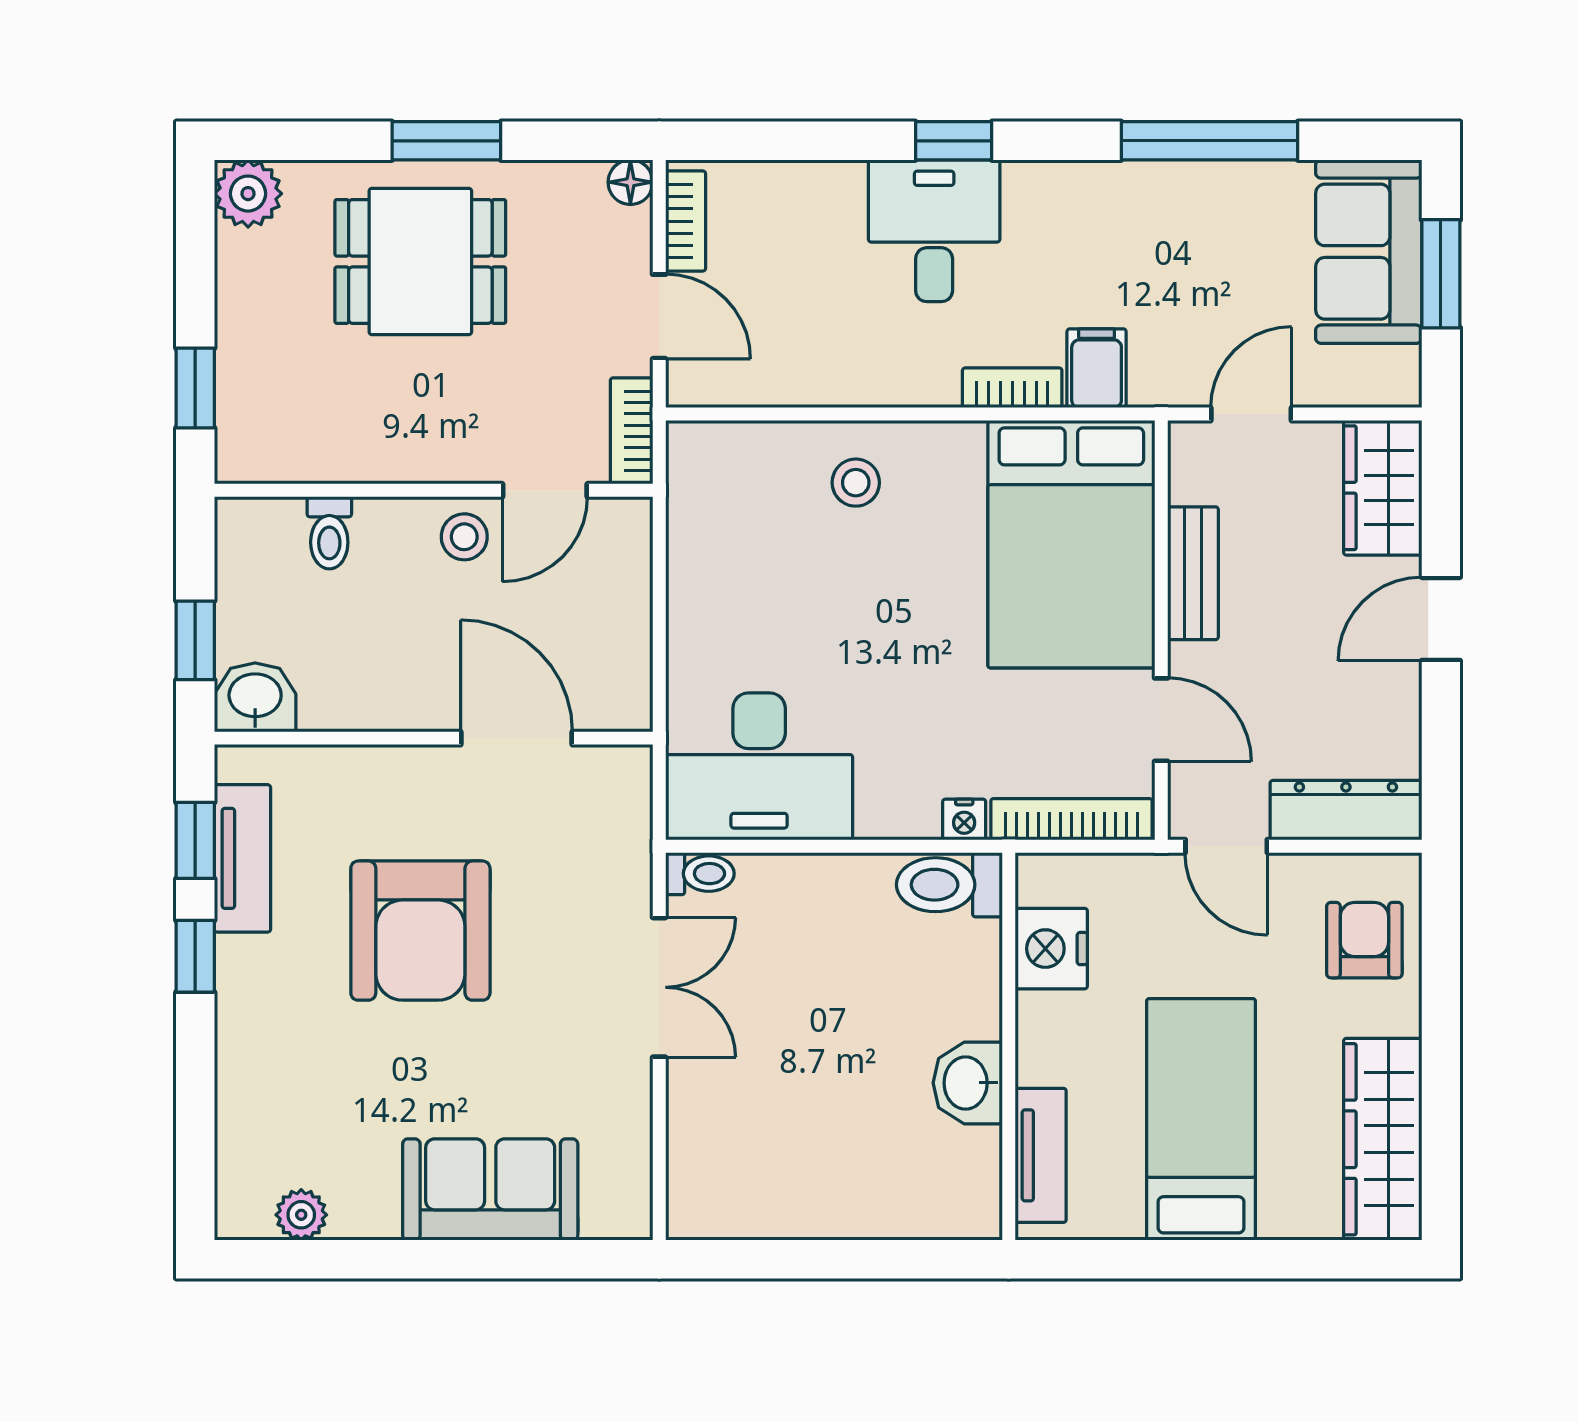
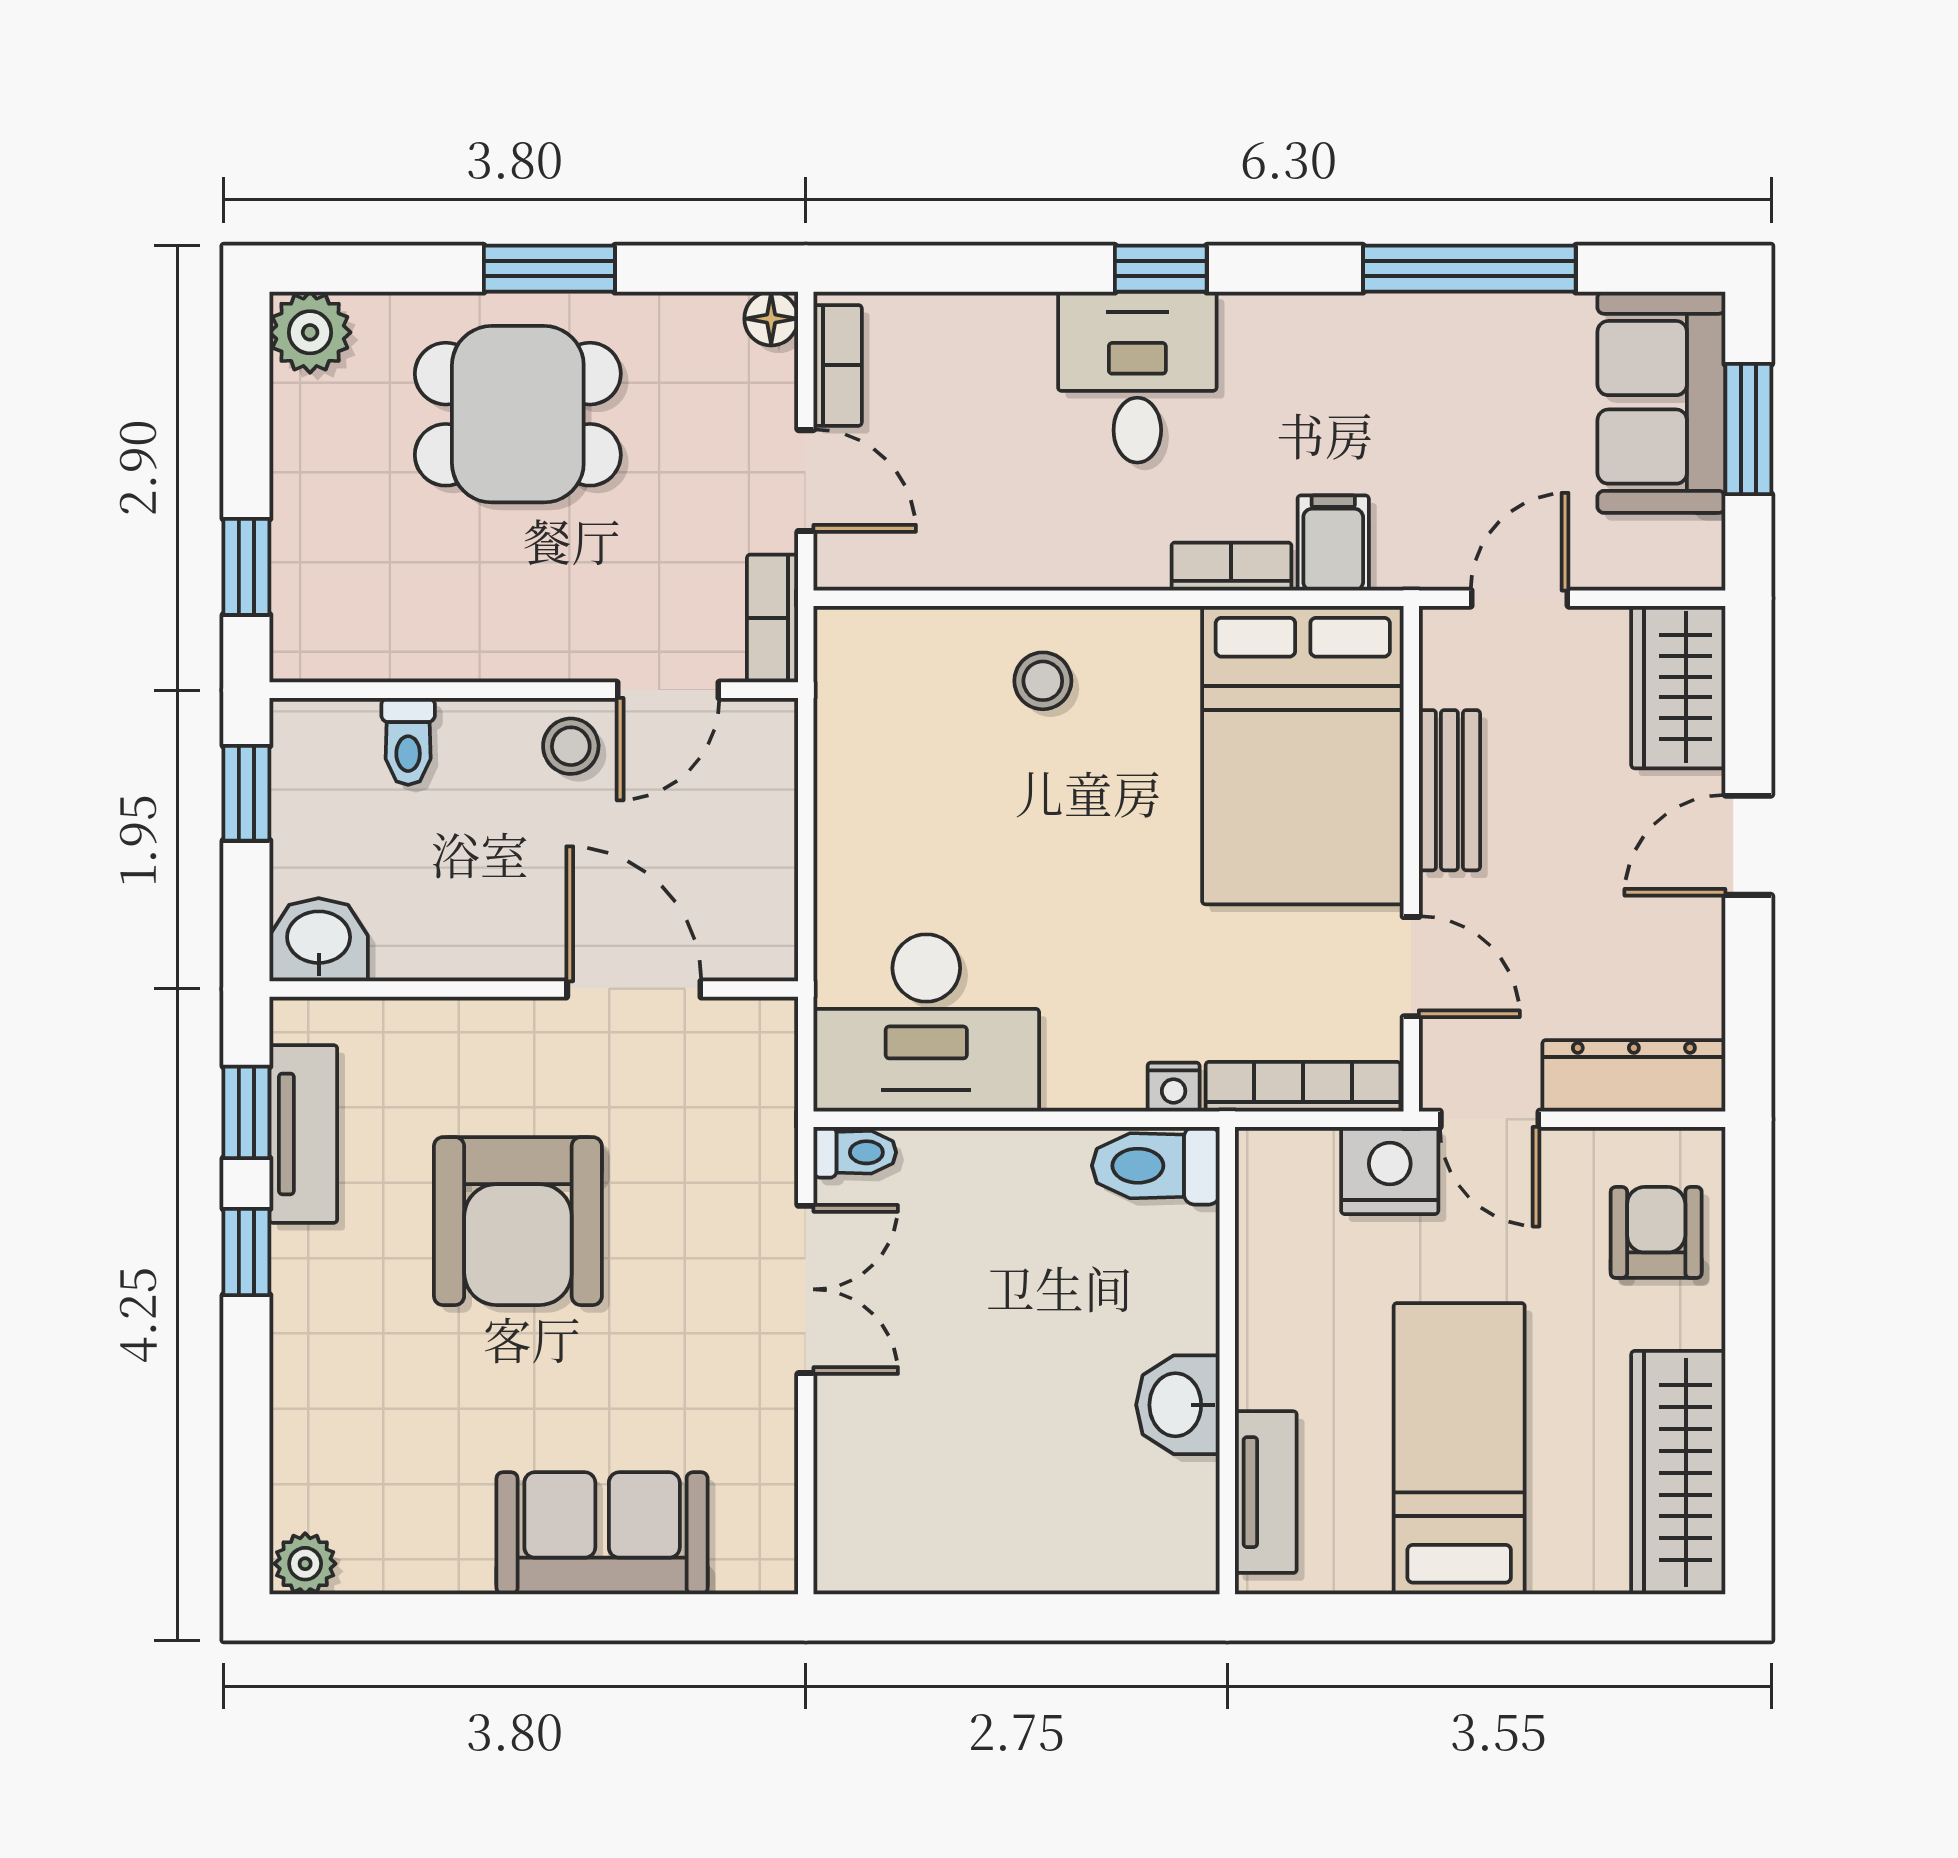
window: (195, 640) -> (246, 793), moved
nightstand: (1051, 949) -> (1390, 1170), moved, turned 90
plant: (301, 1215) -> (305, 1564), moved

